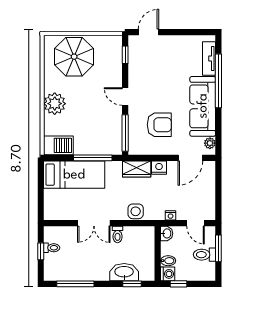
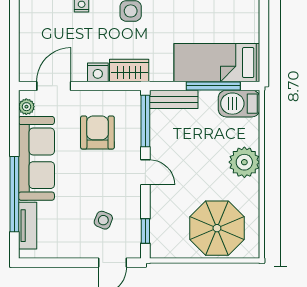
side table: (155, 62) -> (103, 220), added
armchair: (159, 125) -> (97, 133), turned 90
bench: (105, 148) -> (174, 99), added
window: (93, 158) -> (213, 86), moved

